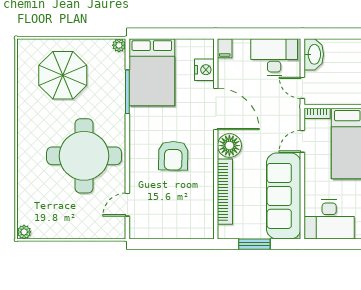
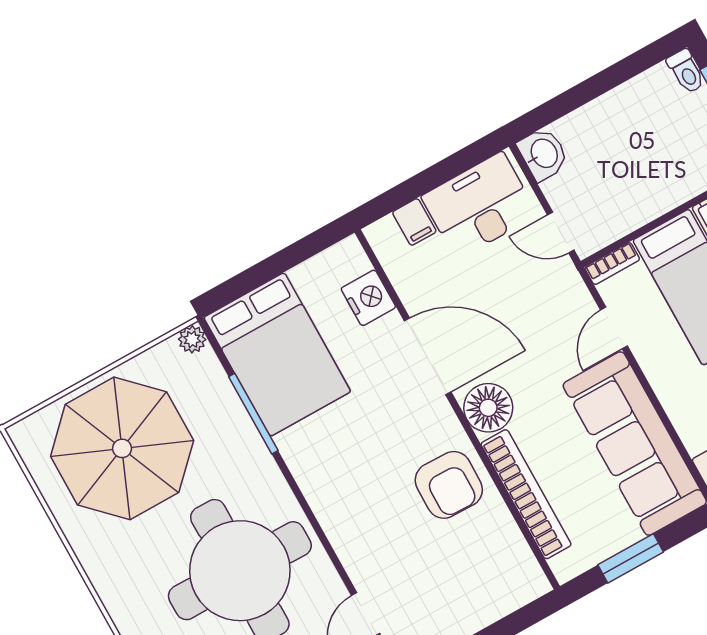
filing cabinet: (225, 48) -> (414, 222), moved
washbasin: (314, 54) -> (543, 154), width x0.72
parasol: (63, 75) -> (122, 448), width x1.36, depth x1.36
armchair: (173, 156) -> (449, 485), moved

